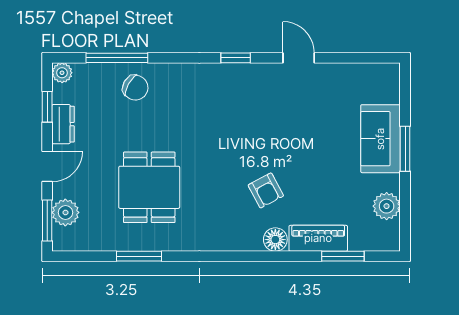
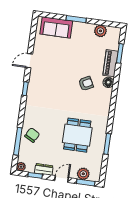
sofa: (380, 139) -> (56, 27), moved
door: (47, 166) -> (62, 179), hinge flipped
dining table: (149, 187) -> (77, 135), turned 90

